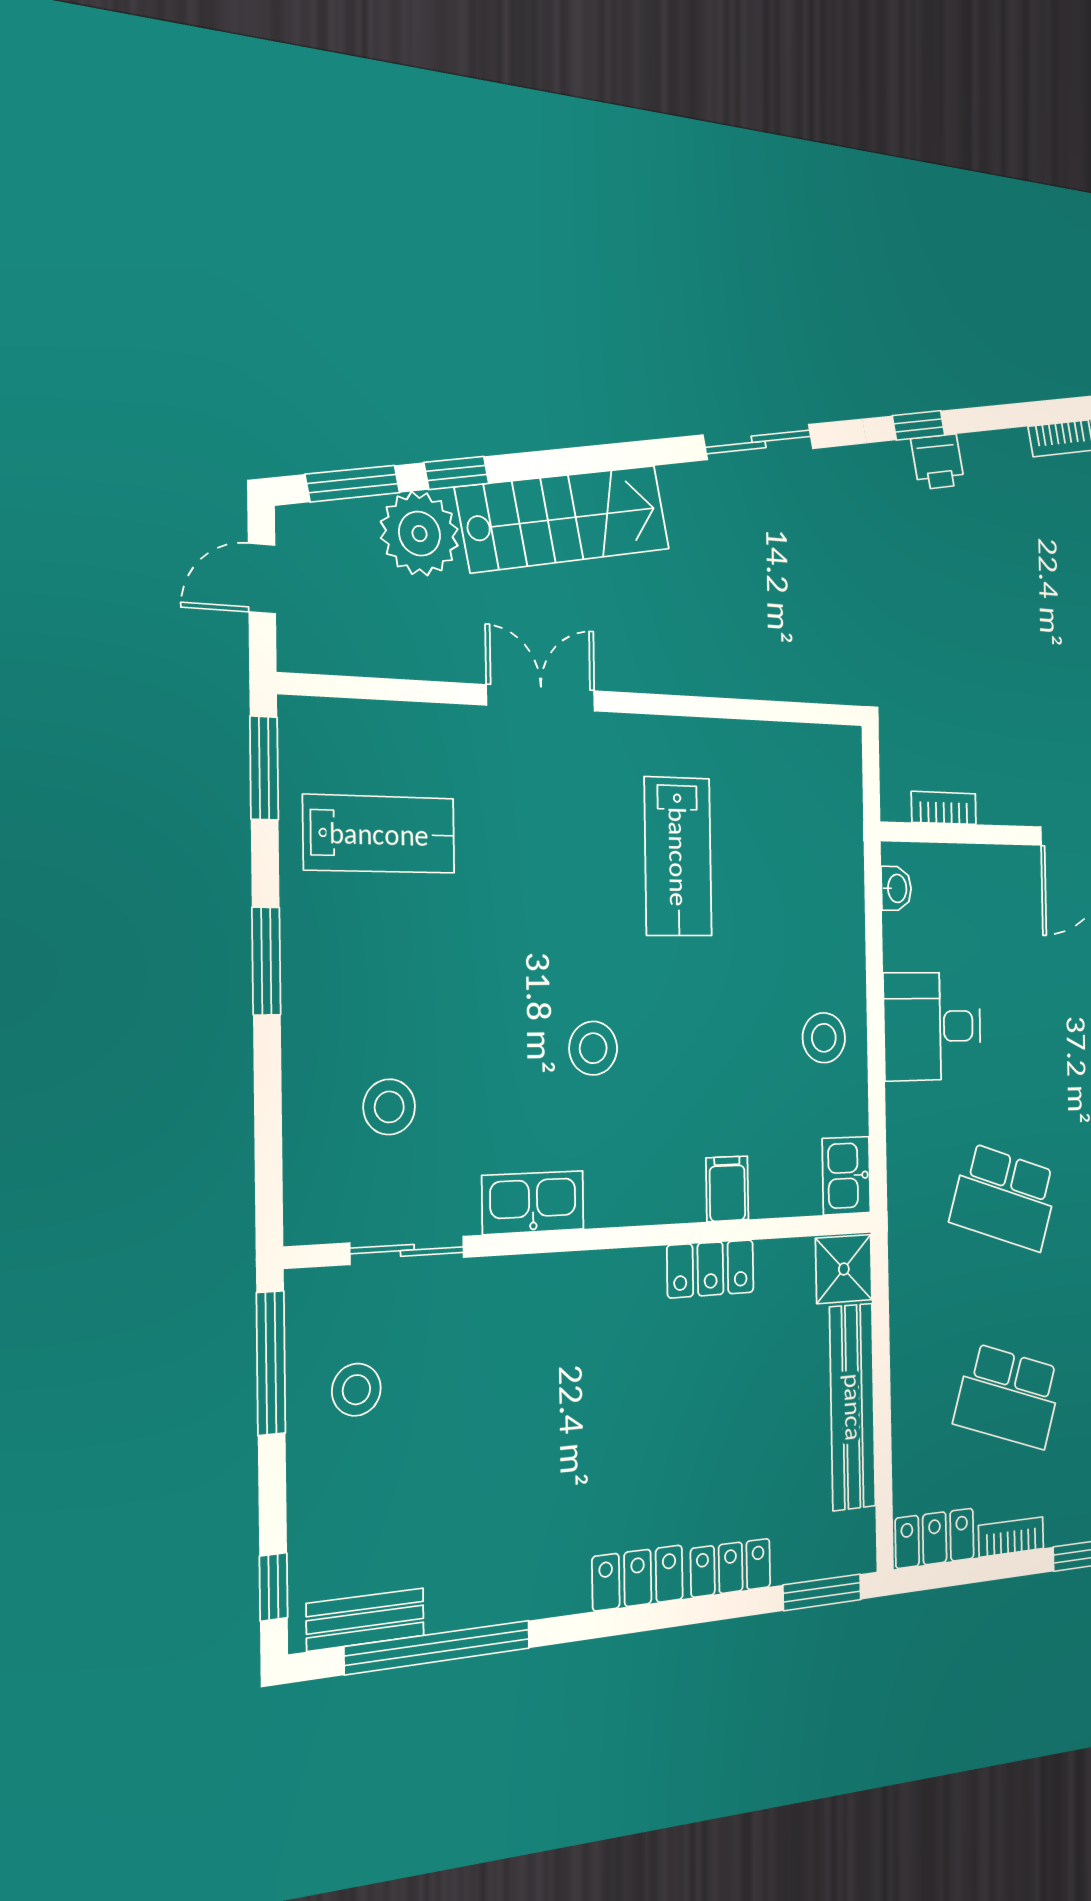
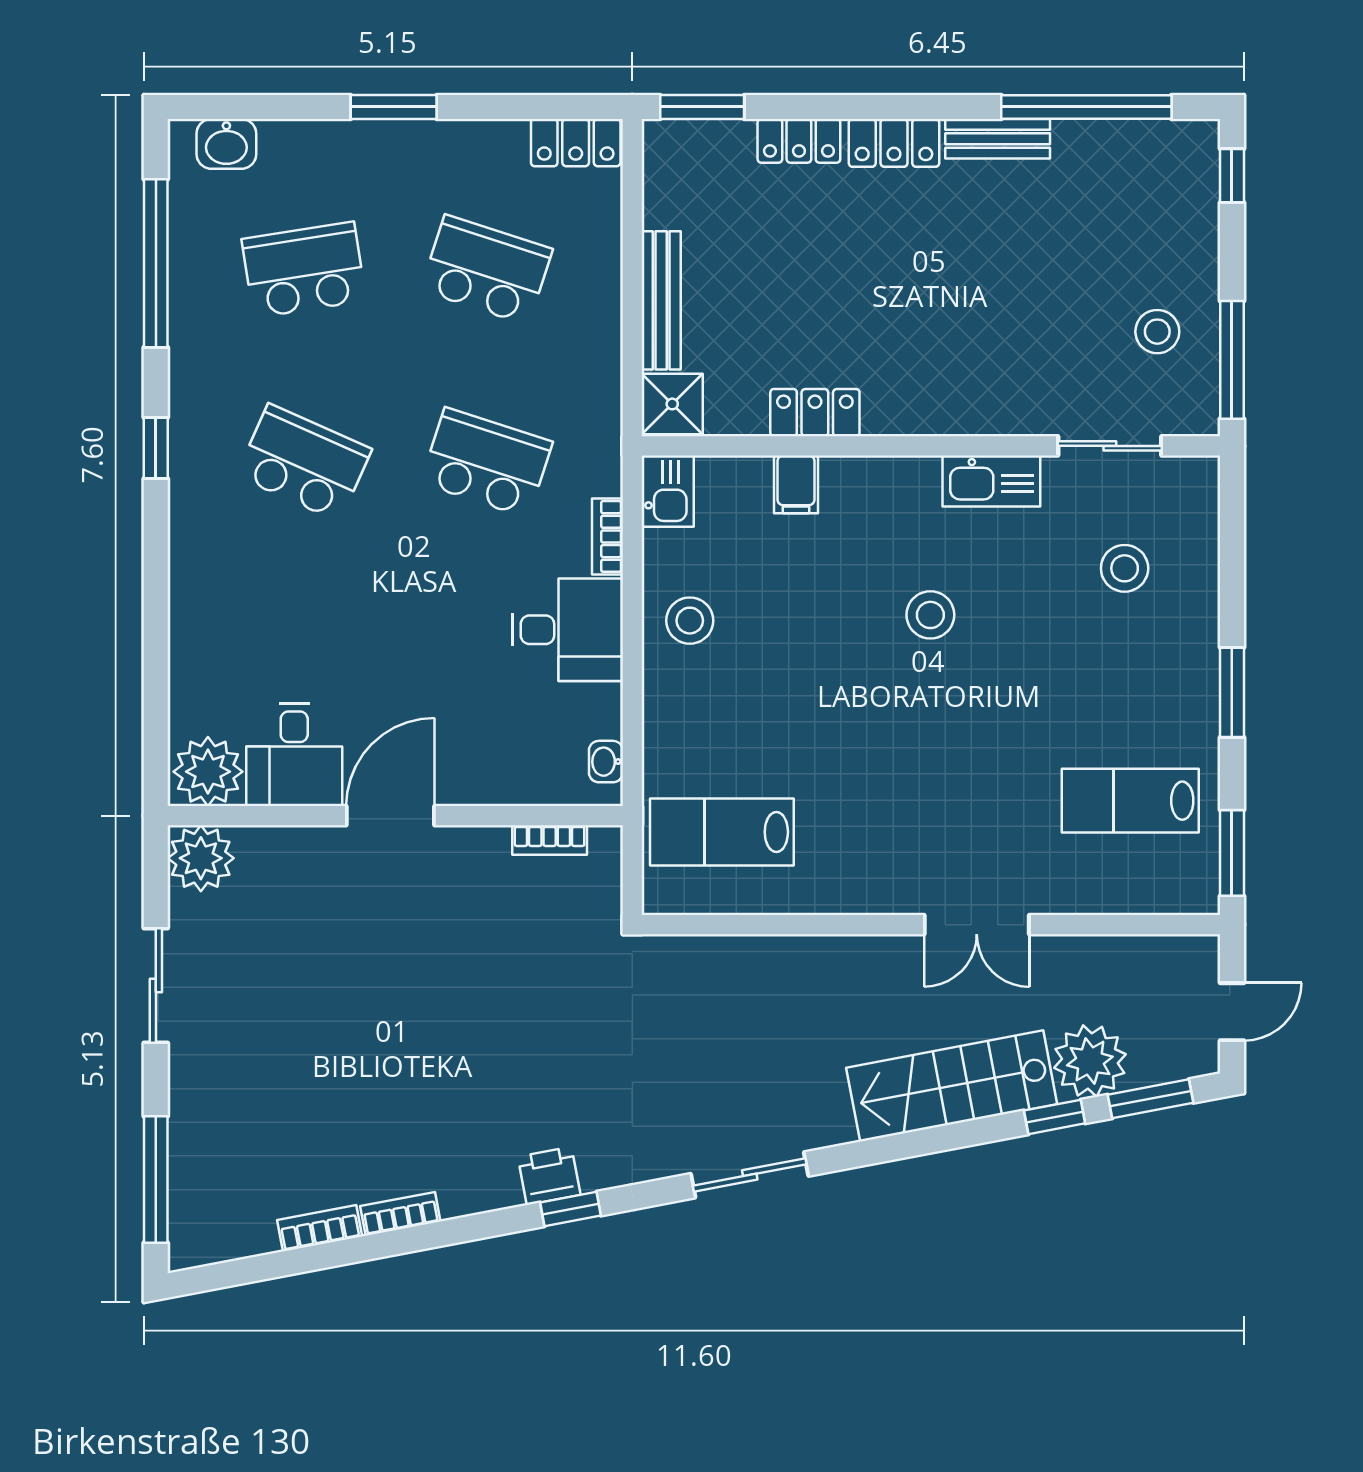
lab bench: (678, 857) -> (722, 832), moved, turned -90
bench: (853, 1407) -> (661, 300), width x0.73, depth x0.82
bookcase: (1011, 1537) -> (608, 536), moved, turned 90
bench: (366, 1620) -> (998, 139), moved

